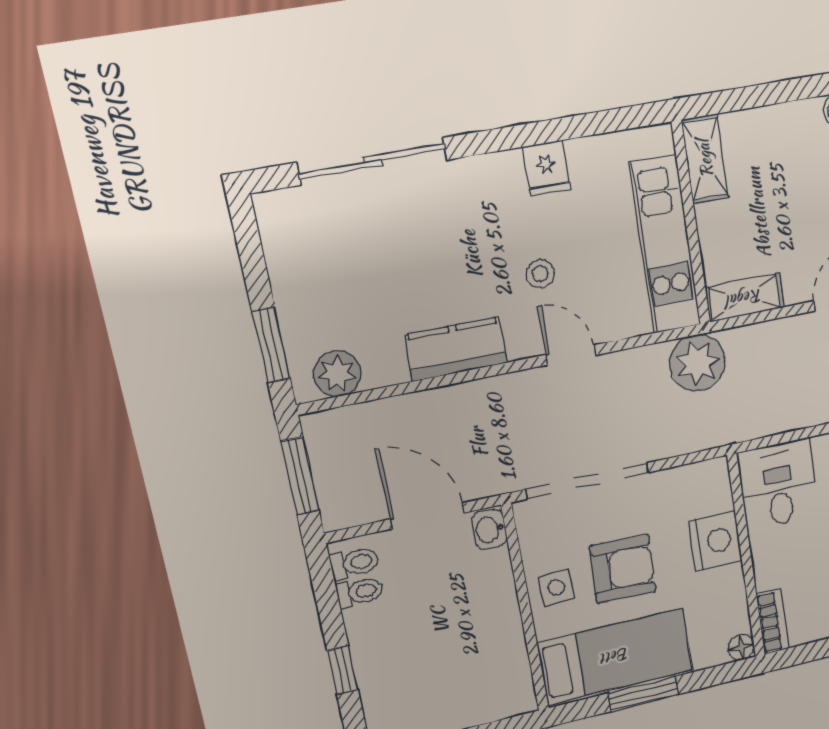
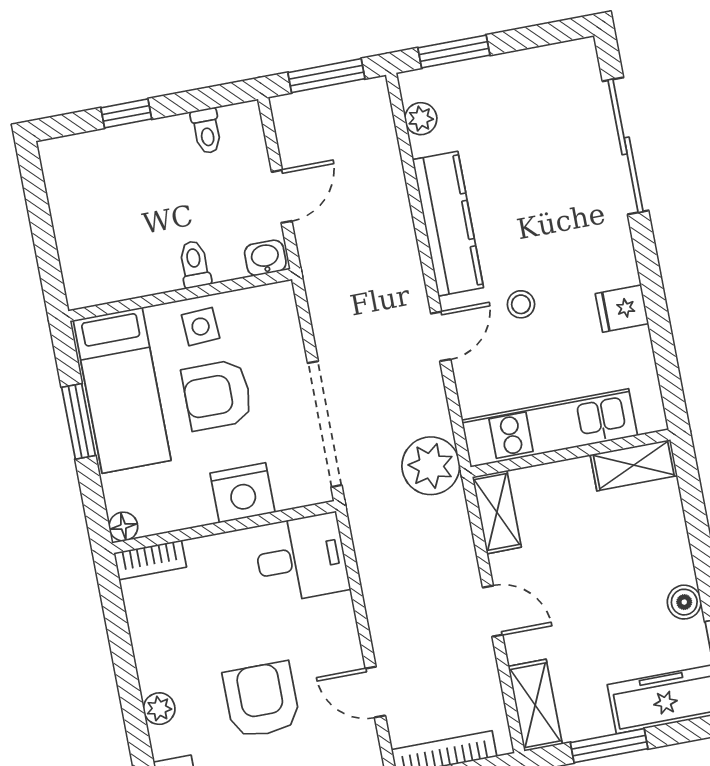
kitchen counter: (456, 349) -> (448, 224), width x1.50
plant: (337, 374) -> (421, 119), width x0.73, depth x0.73
doorway: (587, 481) -> (325, 424), moved
door: (427, 516) -> (282, 196), width x0.73
toilet: (355, 563) -> (195, 264), moved, turned 180
armchair: (623, 569) -> (217, 395), turned 88

